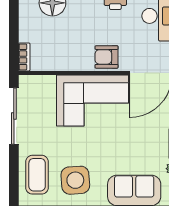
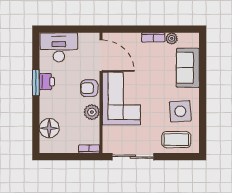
armchair: (107, 57) -> (89, 88), turned 90
plant: (74, 61) -> (92, 112), added

